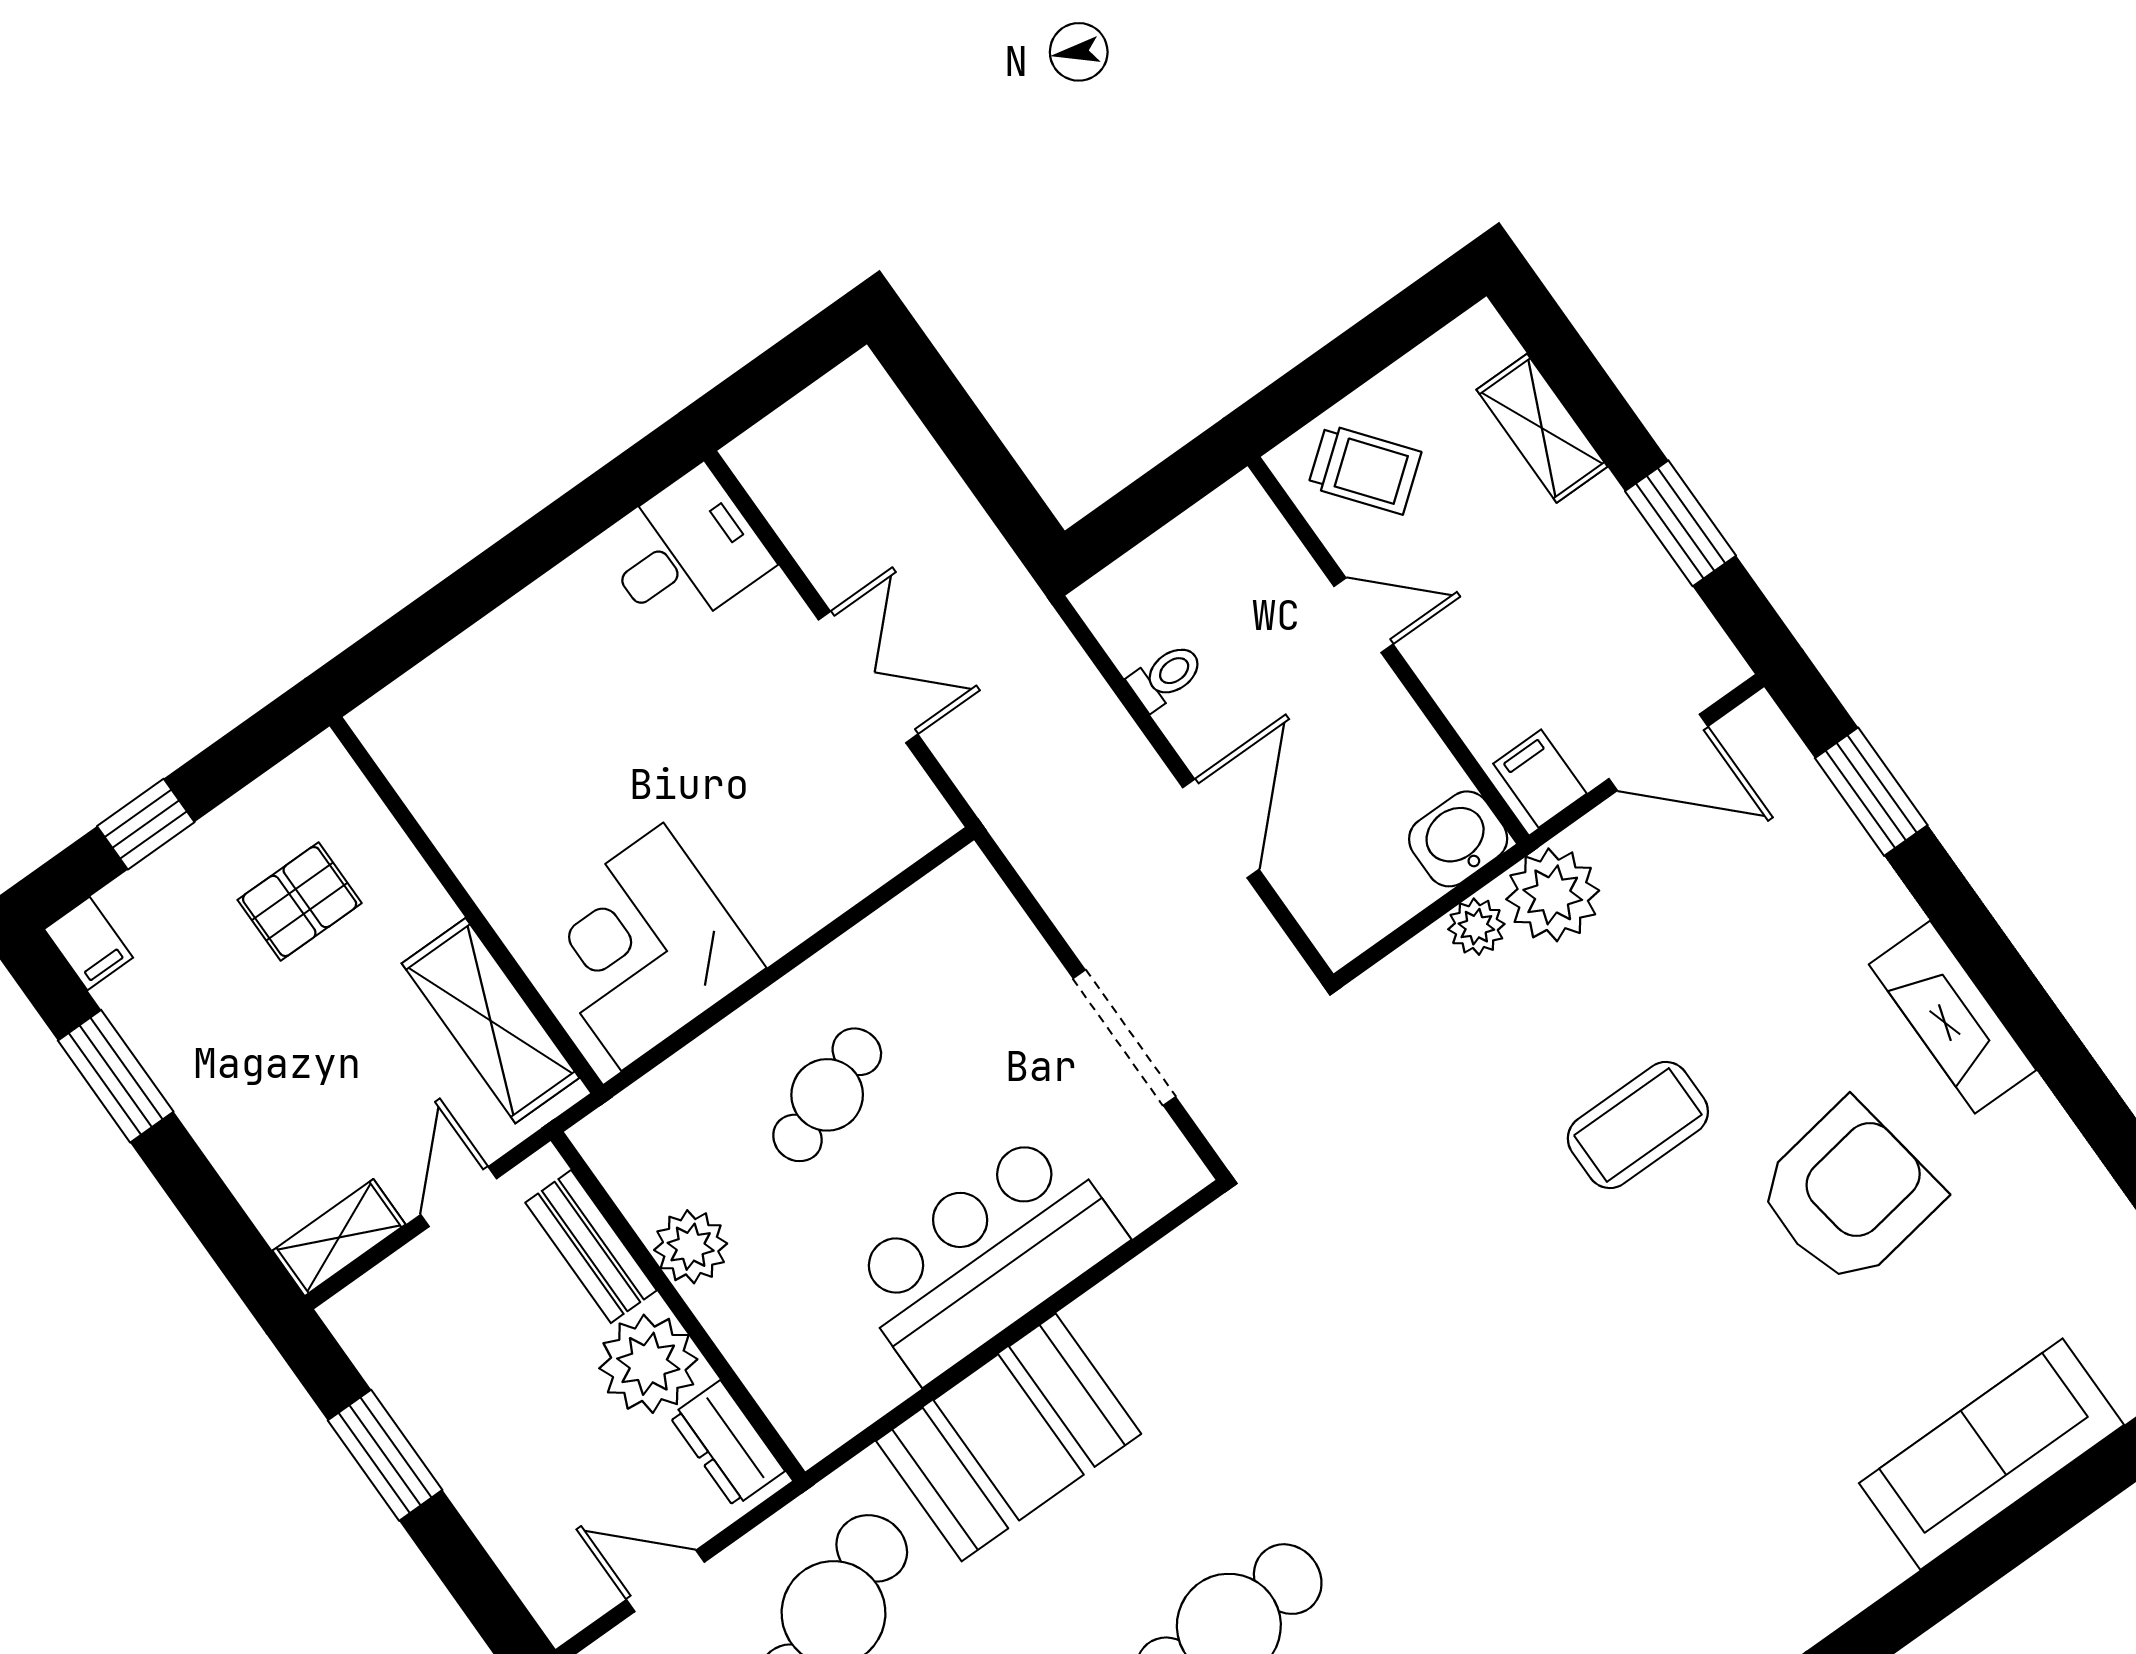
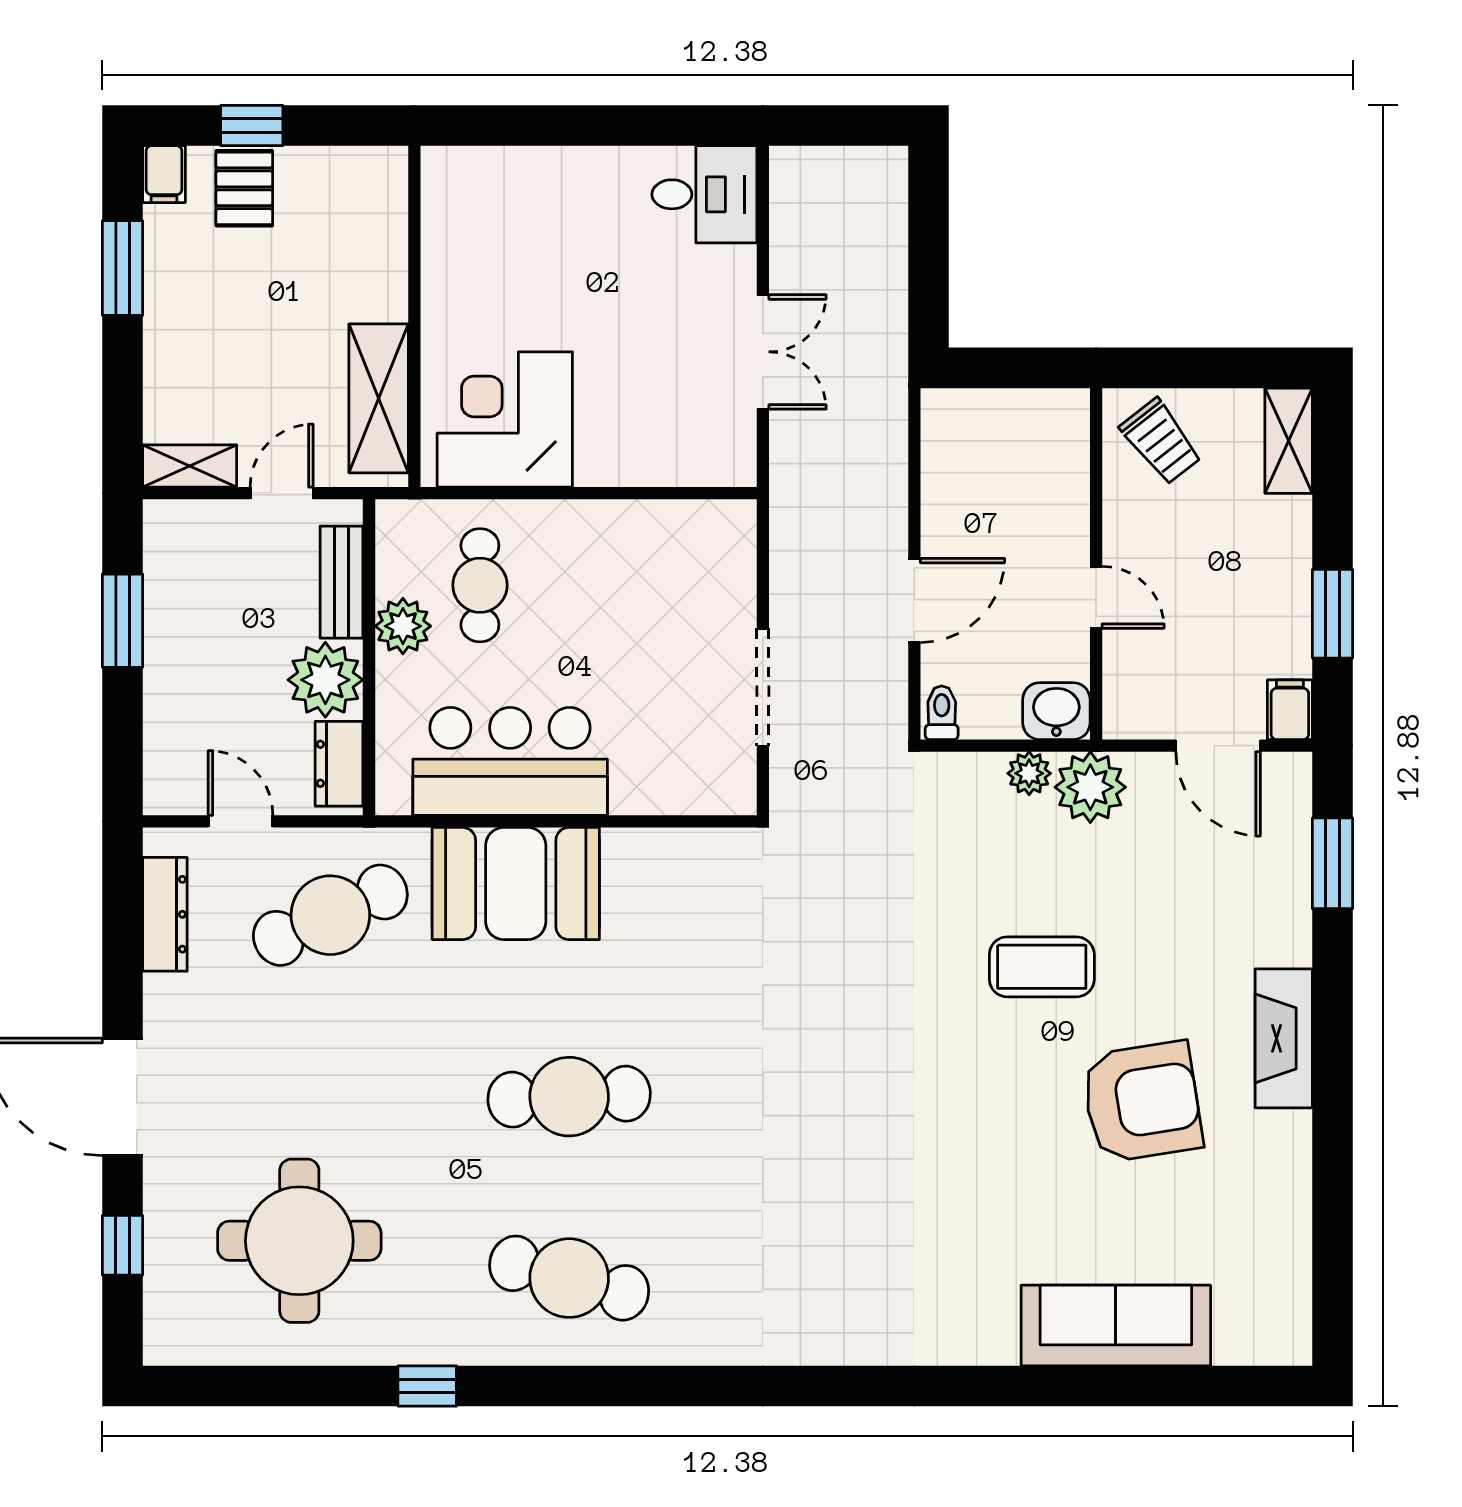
shelving: (1542, 428) -> (1289, 441), moved
door: (1364, 615) -> (1096, 597), moved
toilet: (1166, 676) -> (942, 713), moved, turned -90
filing cabinet: (1540, 779) -> (1290, 710), moved
pallet: (300, 902) -> (244, 188), moved, turned 90
cafe table: (827, 1095) -> (480, 585), moved, turned -70
bar counter: (986, 1256) -> (510, 761), moved

